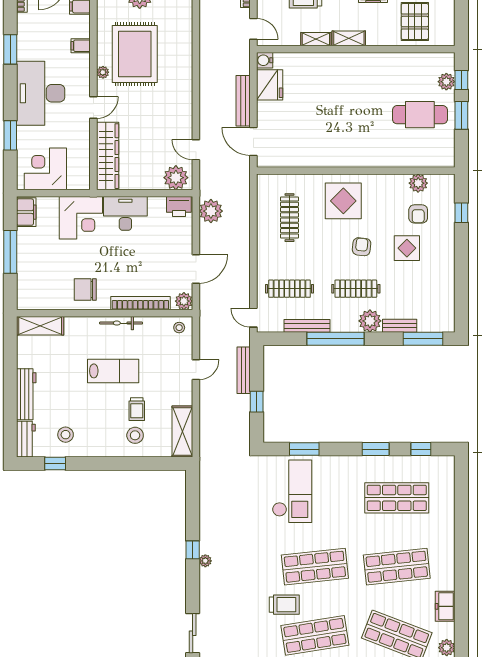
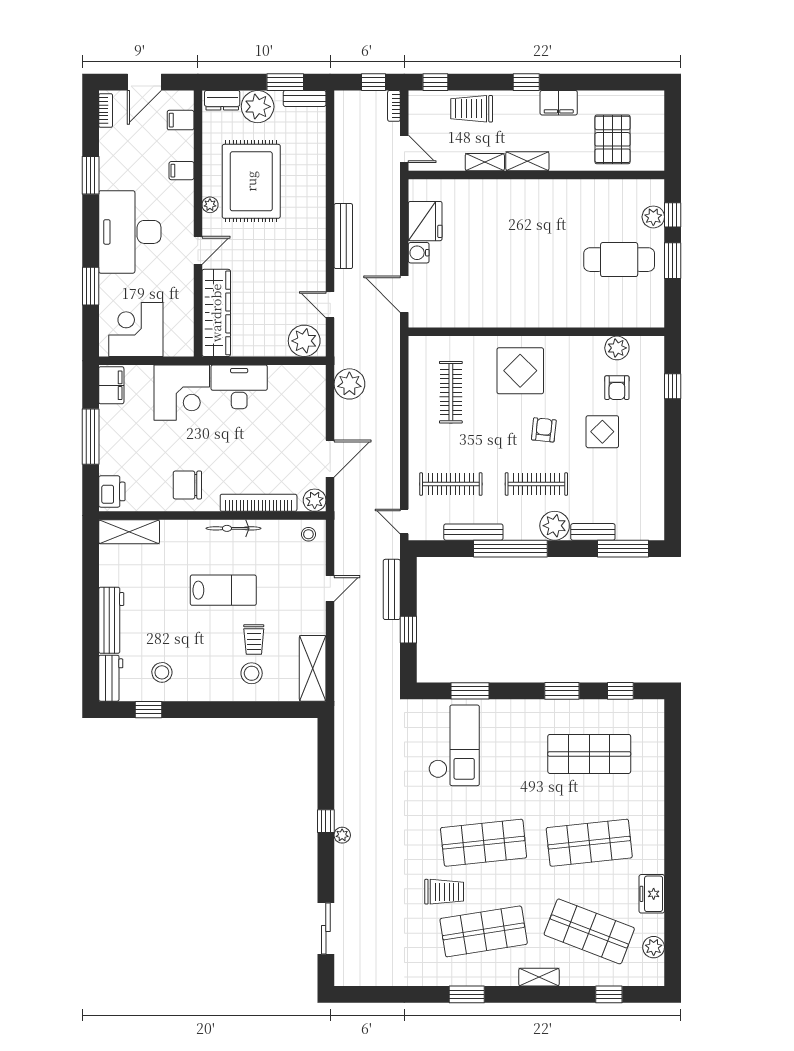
water cooler: (265, 60) -> (419, 253), moved
bench: (243, 101) -> (343, 236), moved
printer: (179, 206) -> (112, 491), moved, turned -90

